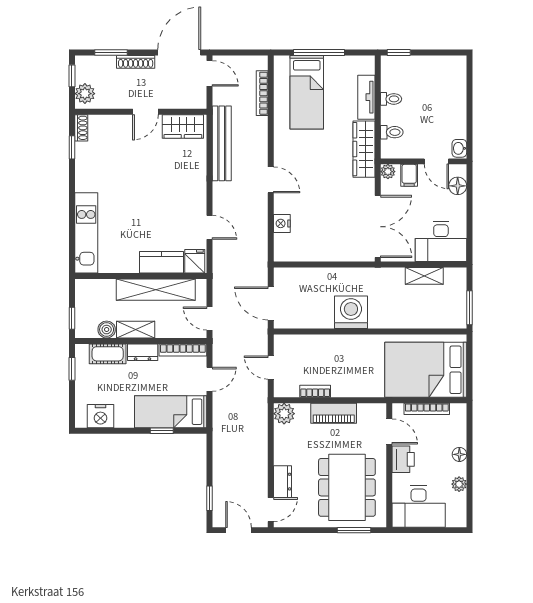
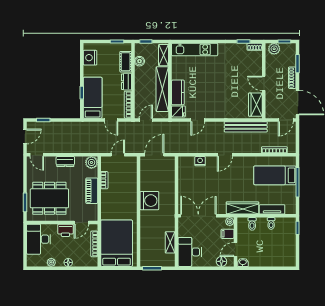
double door: (378, 227) -> (198, 216), swing flipped
shelving: (136, 330) -> (164, 55), moved
dresser: (283, 482) -> (65, 162), moved

